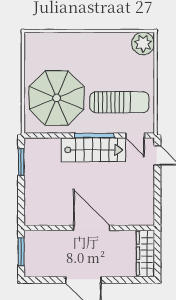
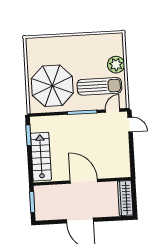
plant: (143, 43) -> (116, 65), moved
door: (135, 135) -> (113, 111), swing flipped
stairs: (93, 150) -> (41, 157), moved, turned -90

